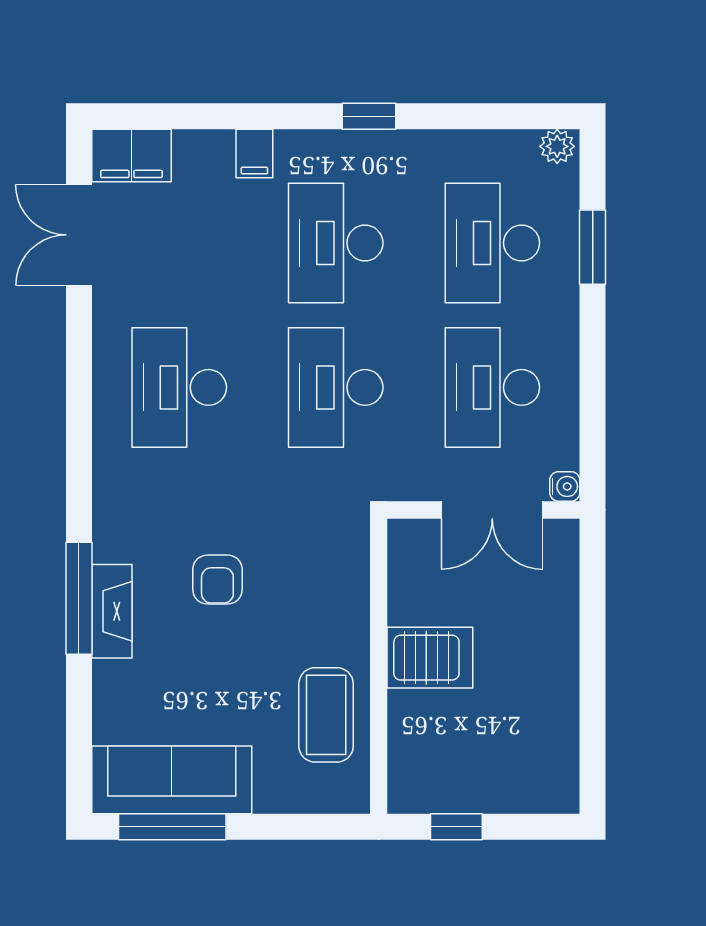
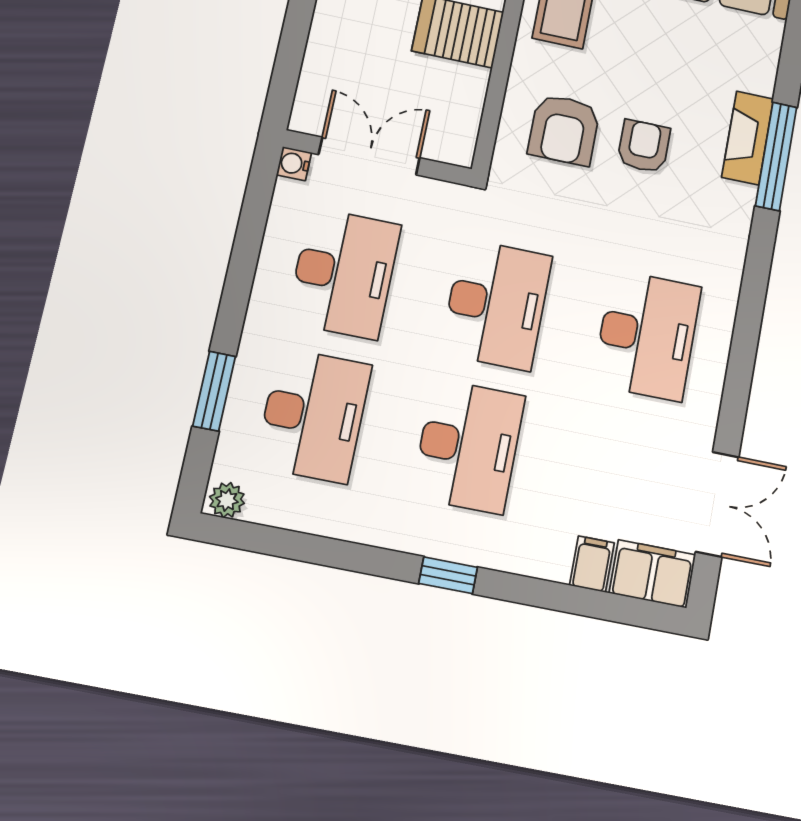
window: (369, 116) -> (448, 575), moved
filing cabinet: (254, 153) -> (592, 564), moved
armchair: (302, 579) -> (564, 130), added

